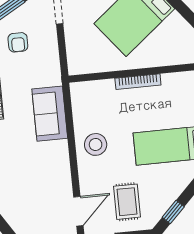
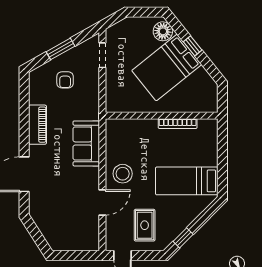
bookcase: (138, 82) -> (178, 124), moved
door: (78, 211) -> (102, 203), moved

